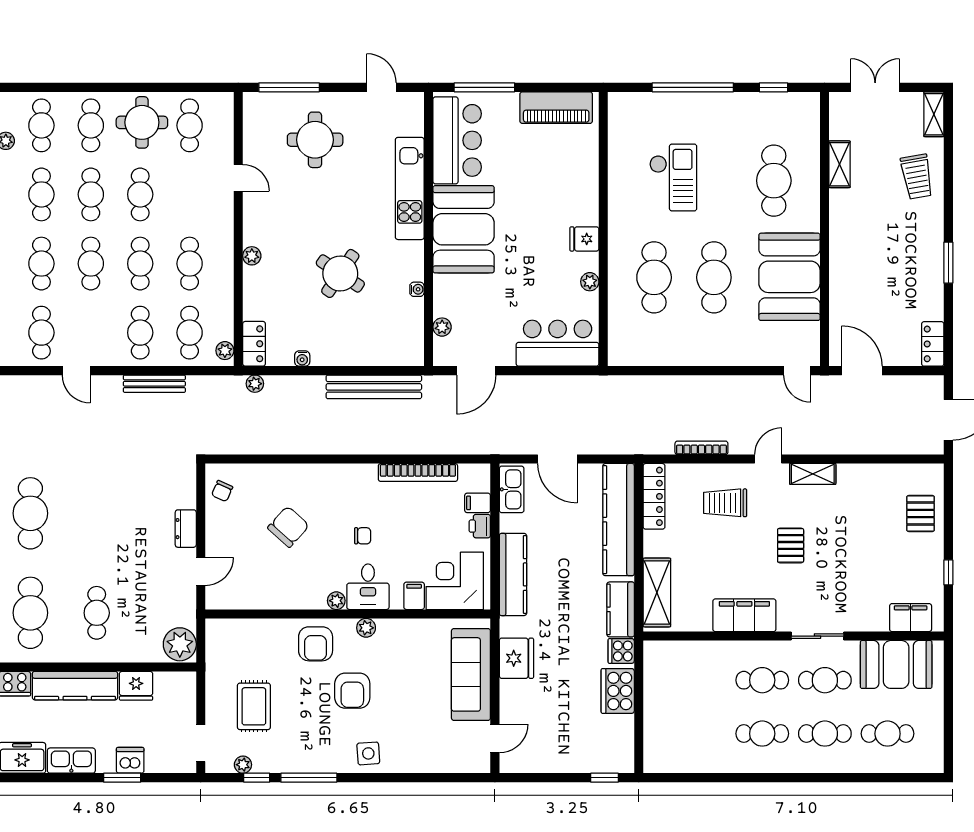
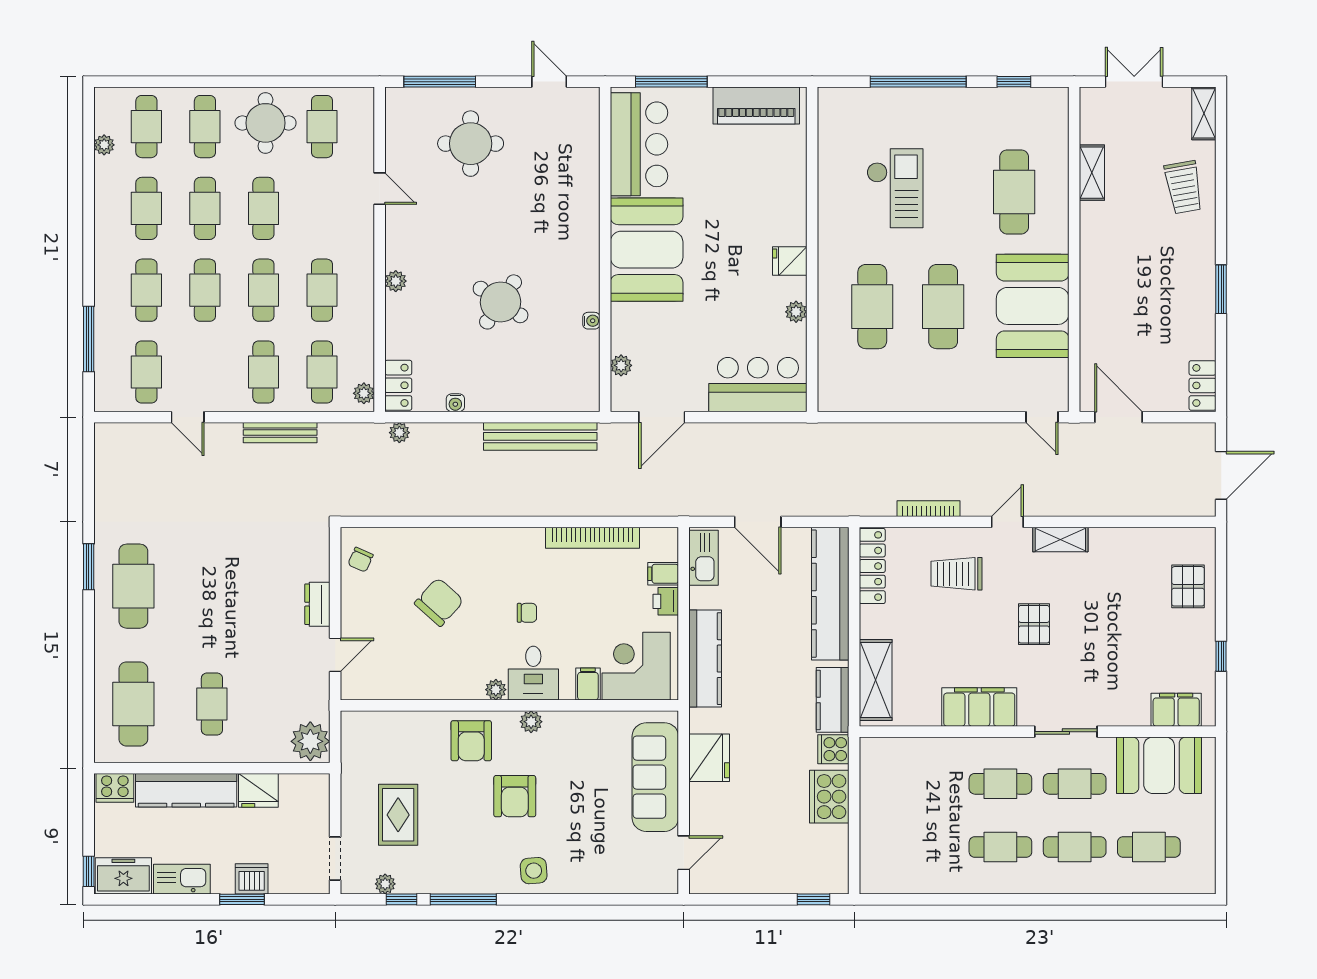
kitchen unit: (410, 188) -> (583, 201), removed

